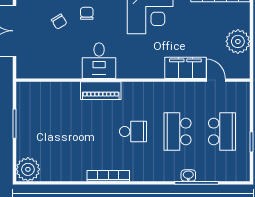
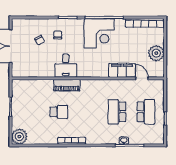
school desk: (133, 131) -> (59, 112), moved

